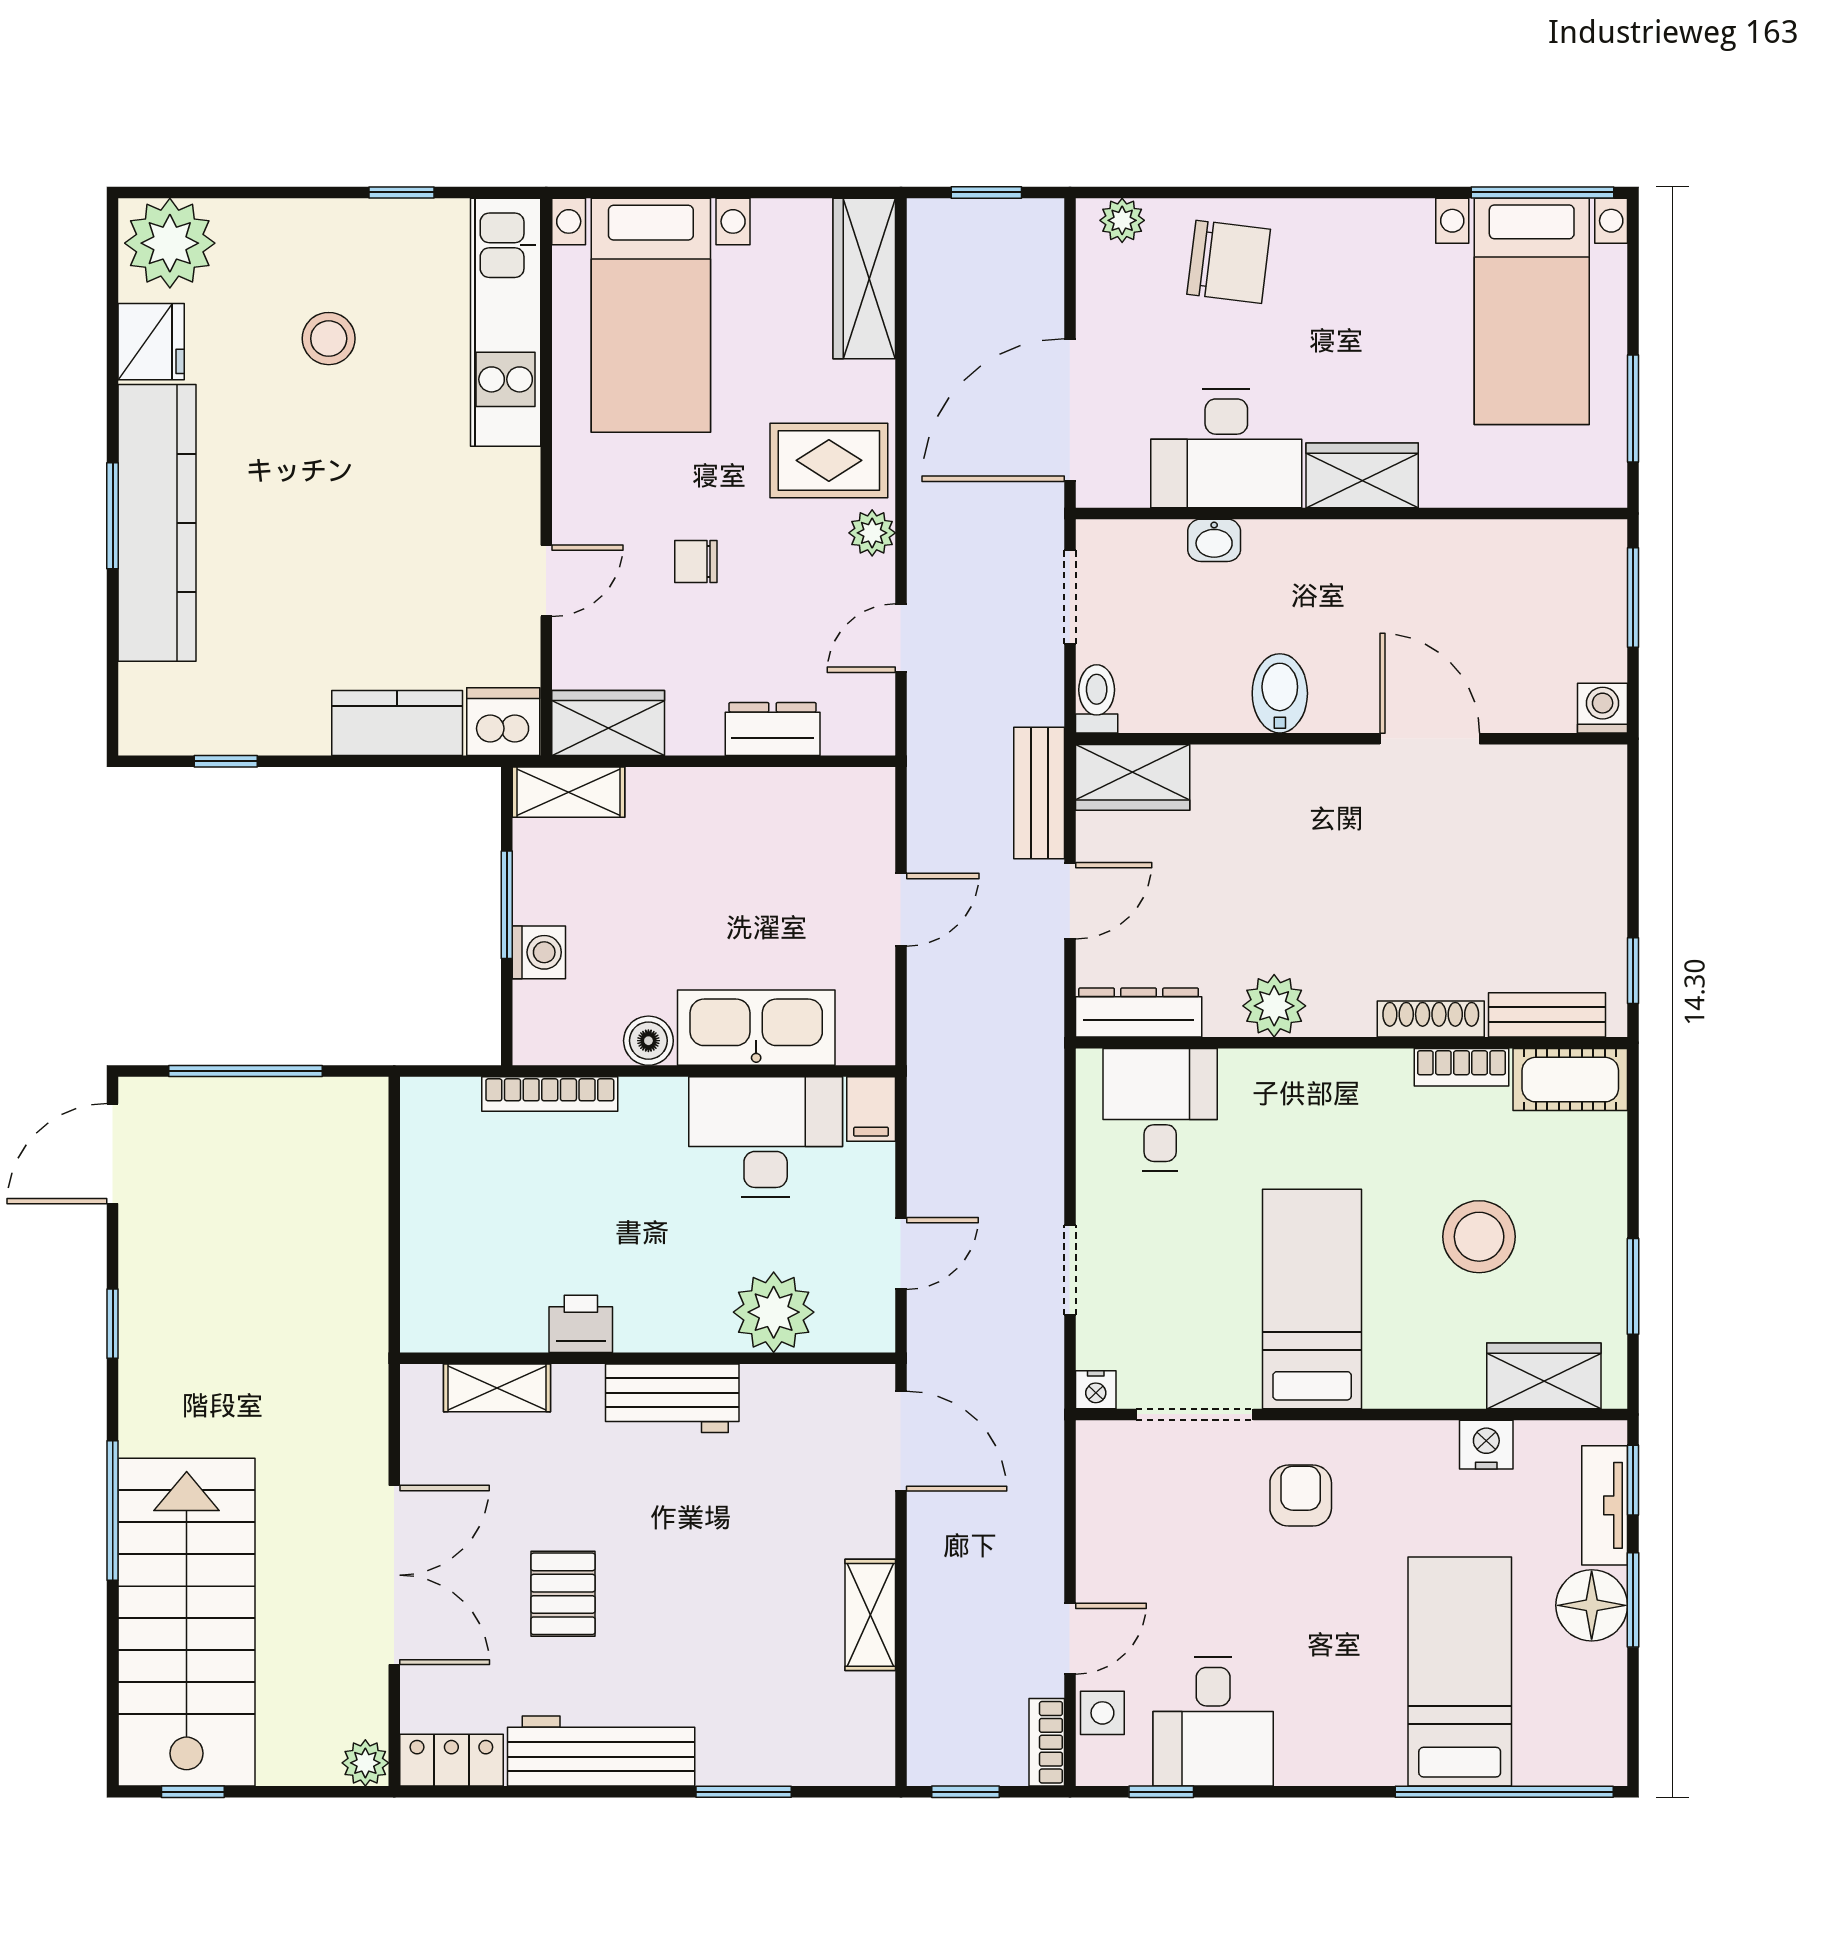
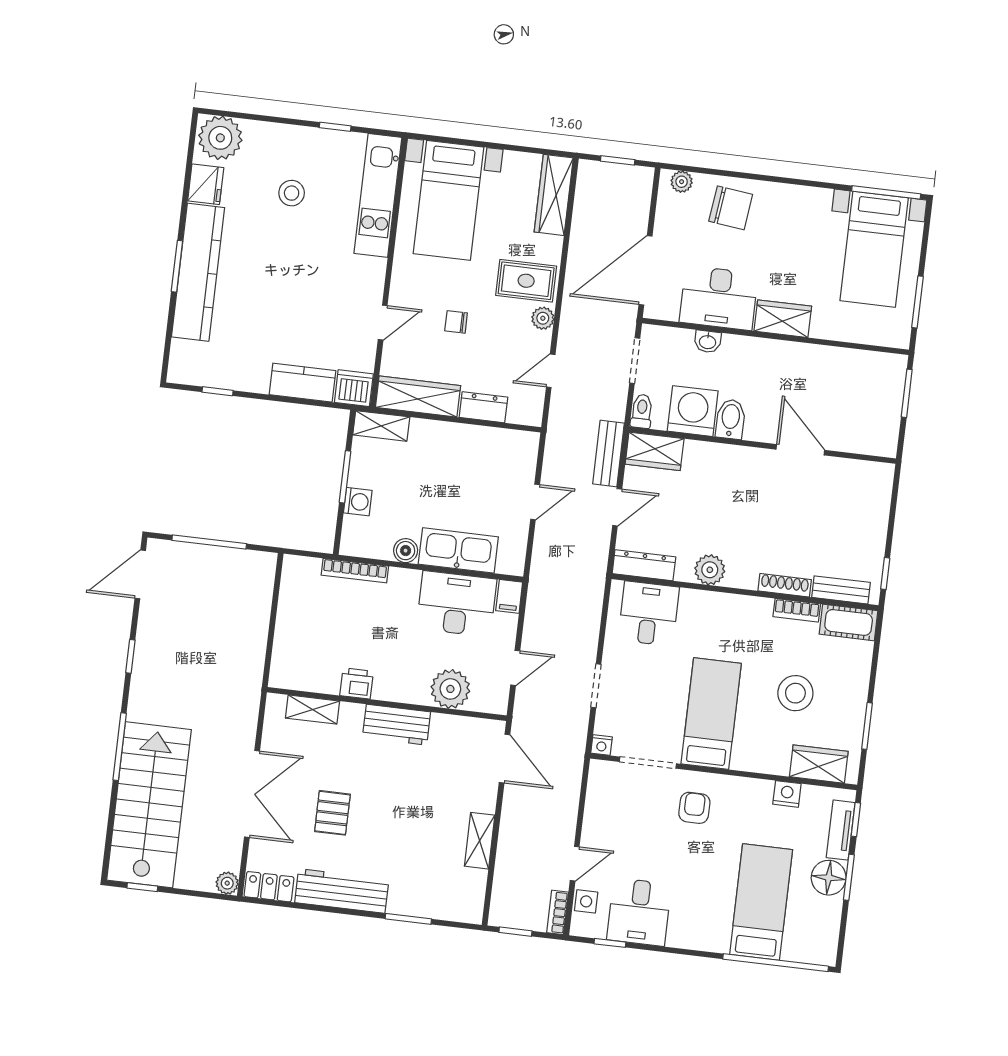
washing machine: (1603, 708) -> (693, 411), moved, width x1.89, depth x1.89
wardrobe: (608, 723) -> (418, 396), width x1.50

